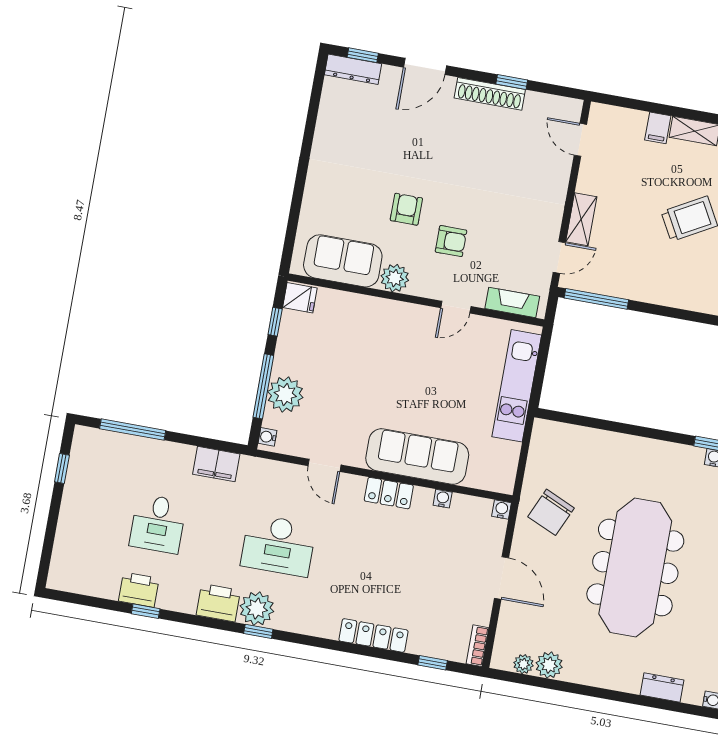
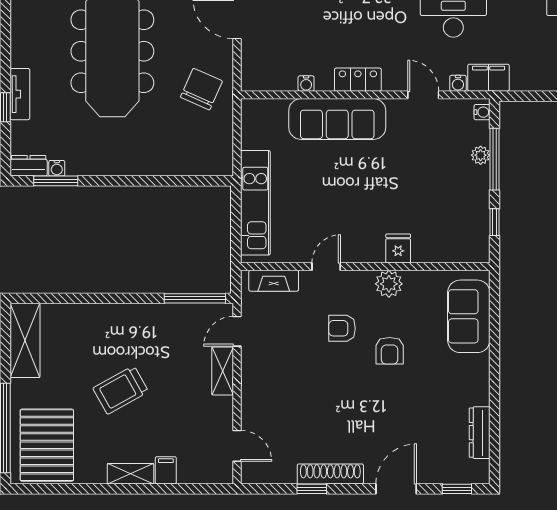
dresser: (353, 69) -> (480, 433), moved, turned -90
sofa: (343, 261) -> (469, 316), moved, turned 90
fridge: (300, 298) -> (398, 248), moved, turned 90
plant: (285, 394) -> (481, 155), width x0.53, depth x0.53
filing cabinet: (216, 464) -> (489, 78), moved
water cooler: (502, 509) -> (458, 83), moved

